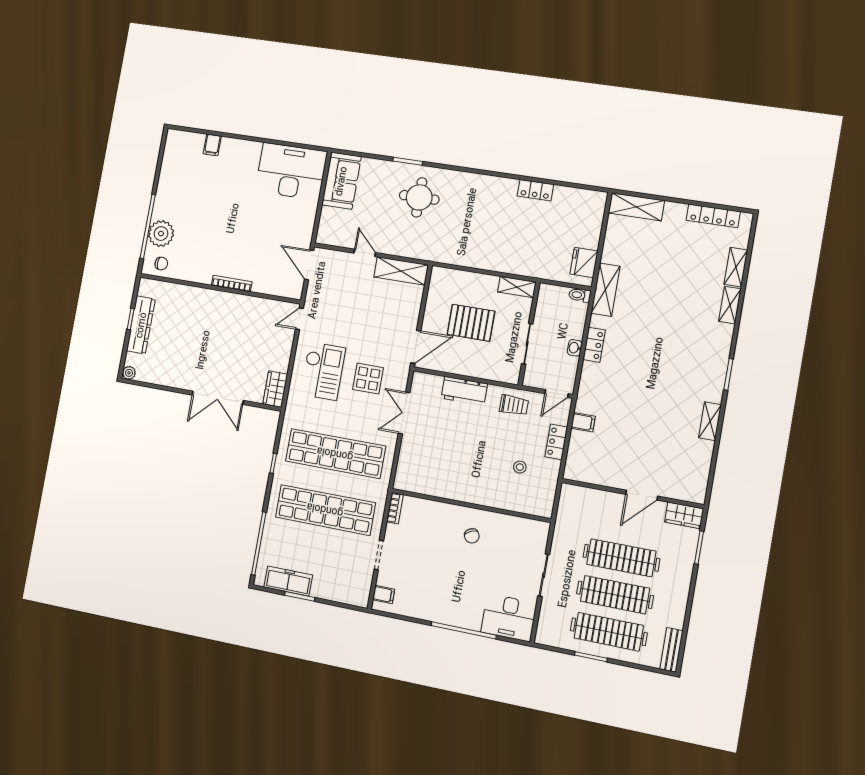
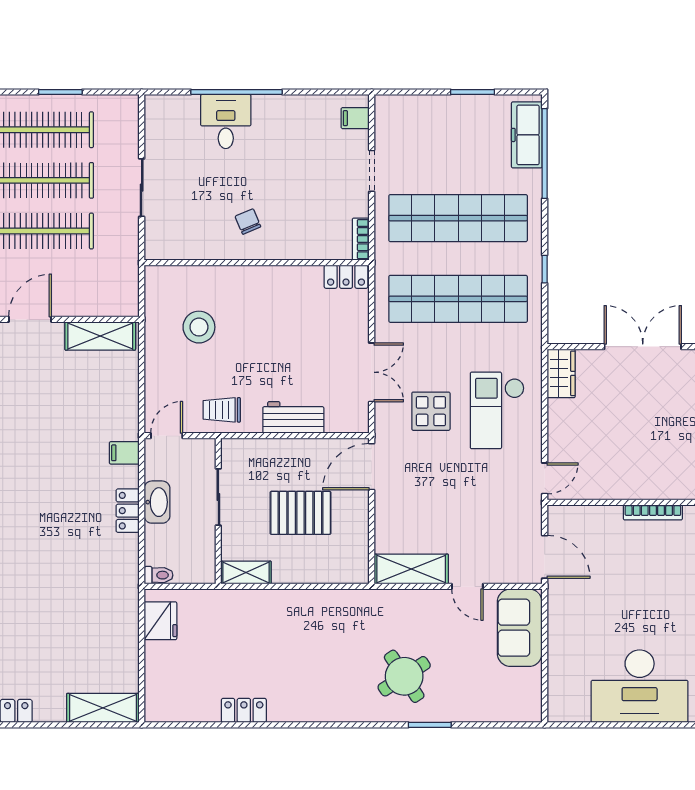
desk: (291, 171) -> (640, 686), moved
sofa: (341, 181) -> (520, 628), moved
round table: (419, 197) -> (404, 676), turned -33
shelving: (605, 290) -> (100, 336), moved, turned 90
washbasin: (575, 348) -> (157, 502), width x1.91, depth x1.45
filing cabinet: (583, 422) -> (124, 453), moved
locker: (556, 442) -> (346, 277), moved, turned 90
stool: (520, 467) -> (199, 327), width x1.89, depth x1.89
freezer: (288, 581) -> (527, 135), moved, turned 90
desk: (509, 618) -> (226, 122), moved, width x0.73

